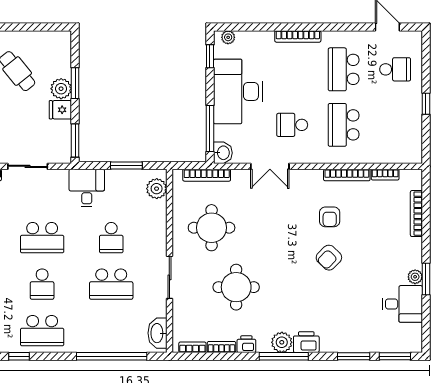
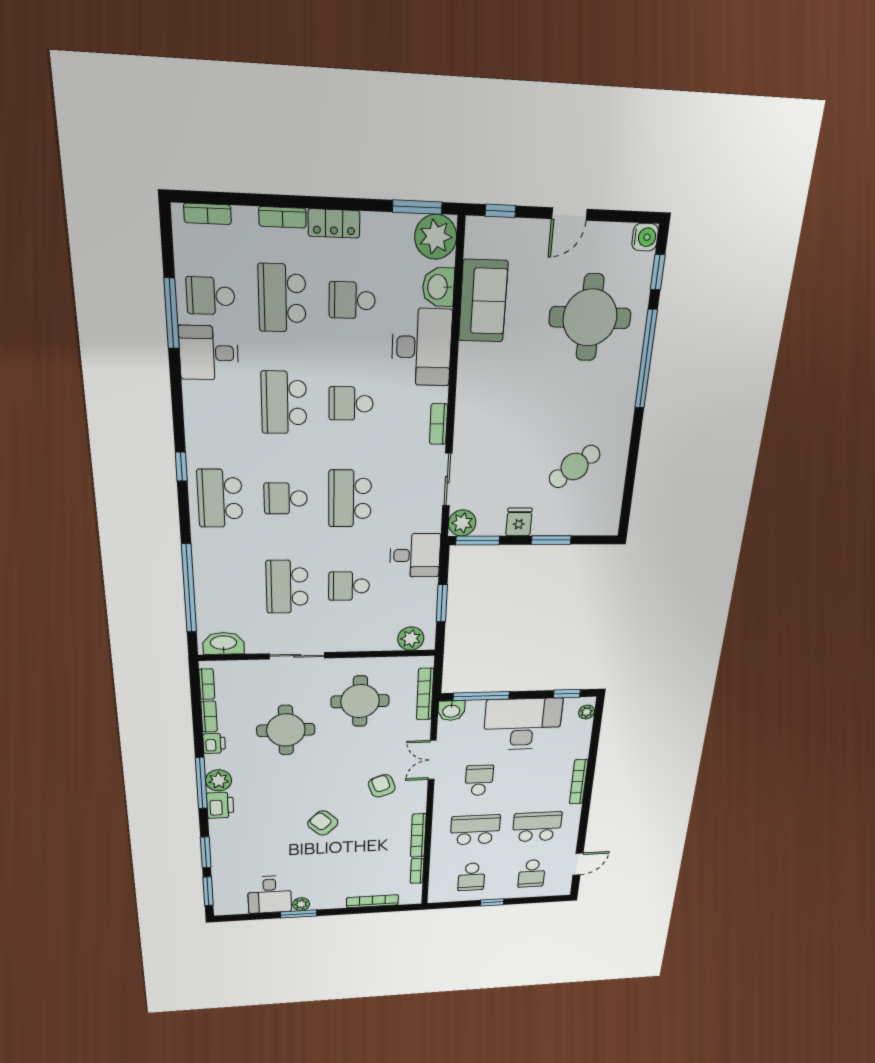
plant: (61, 89) -> (462, 523), moved
school desk: (395, 125) -> (471, 877), added
armchair: (330, 217) -> (382, 786), moved, turned 70

